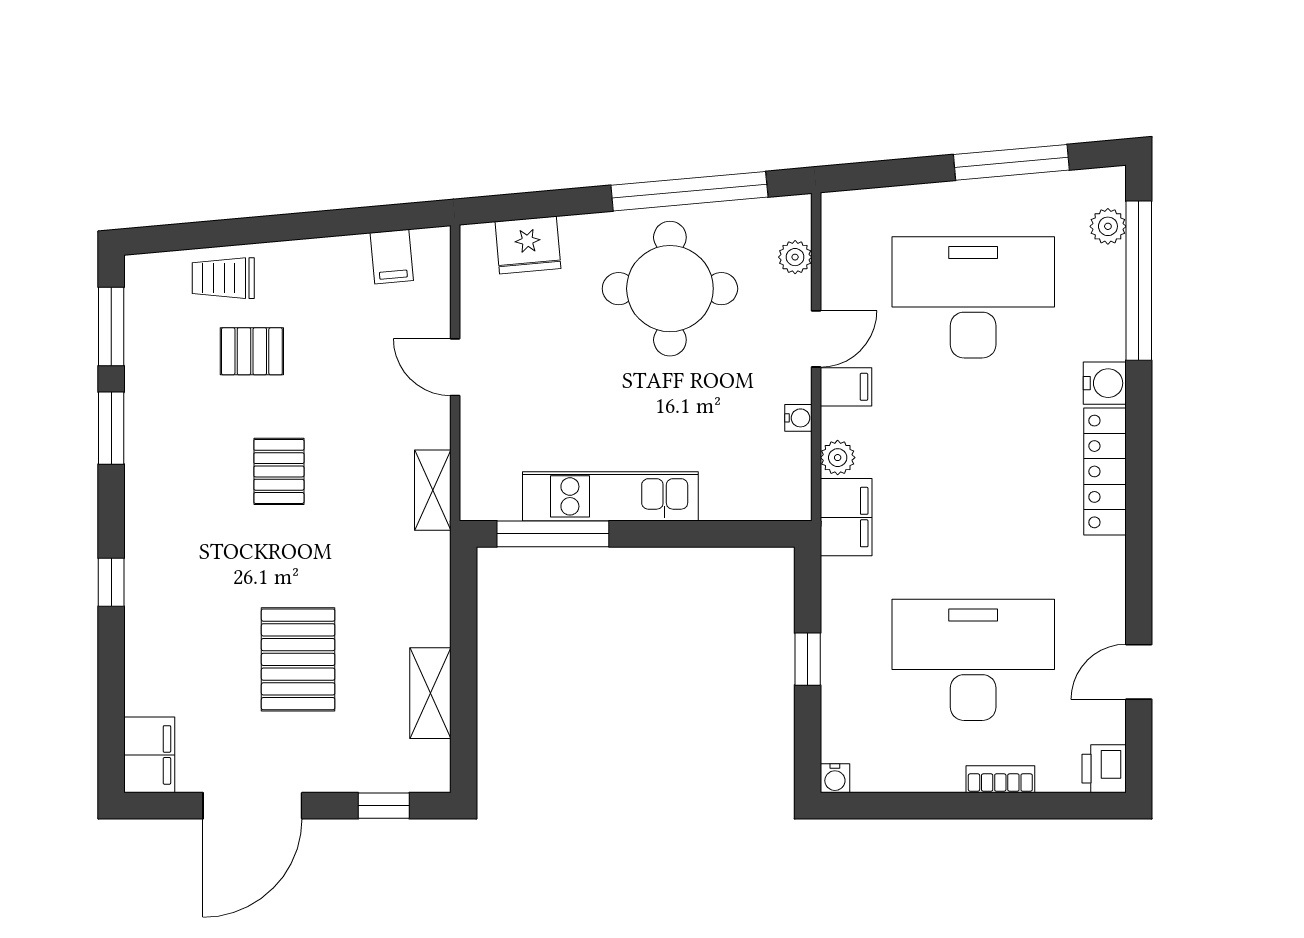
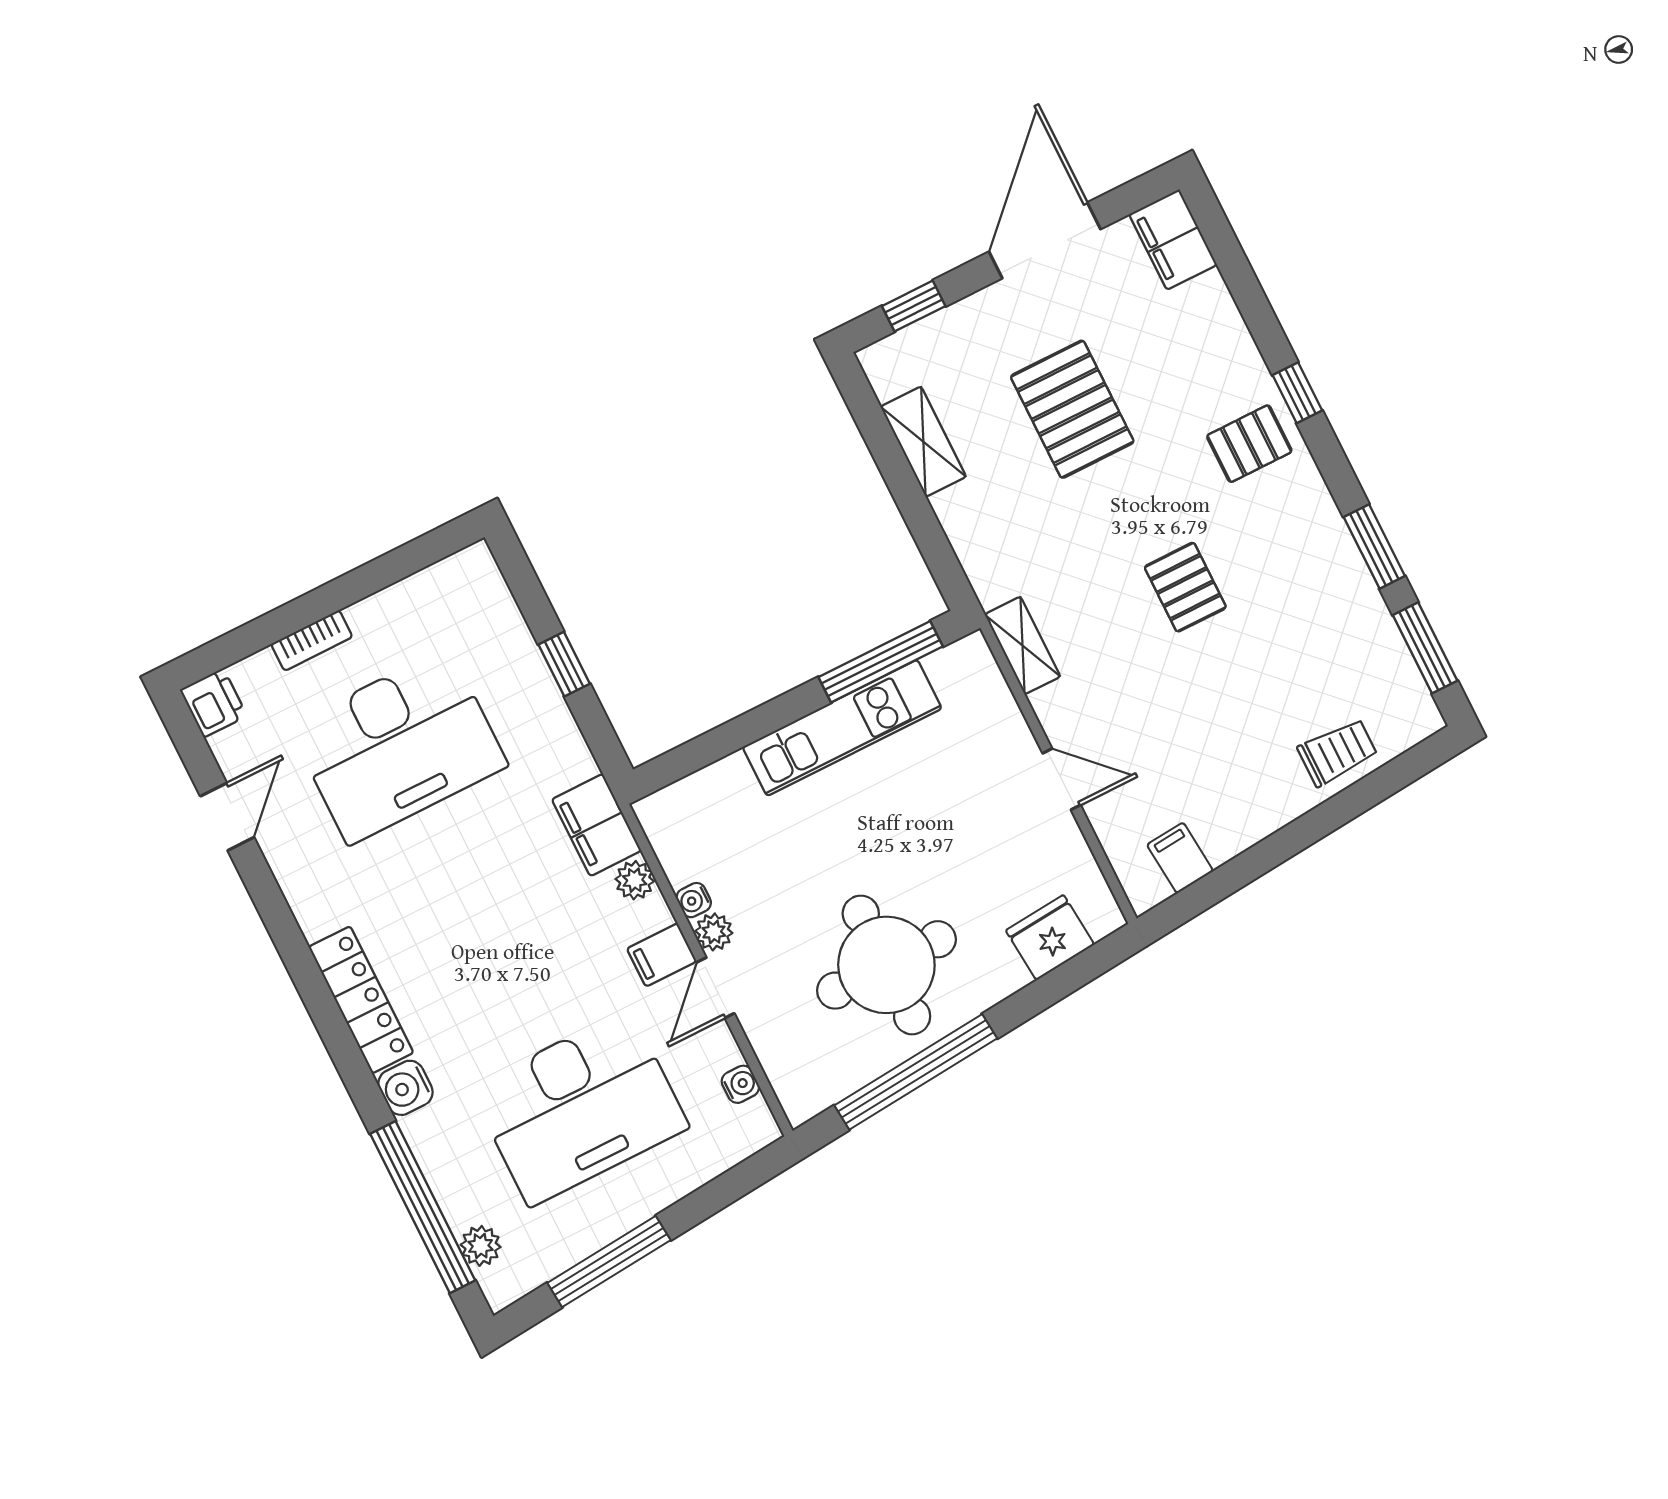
plant: (795, 257) -> (714, 932), moved
pallet: (252, 351) -> (1249, 444), moved
water cooler: (835, 778) -> (740, 1084), moved, turned 90

